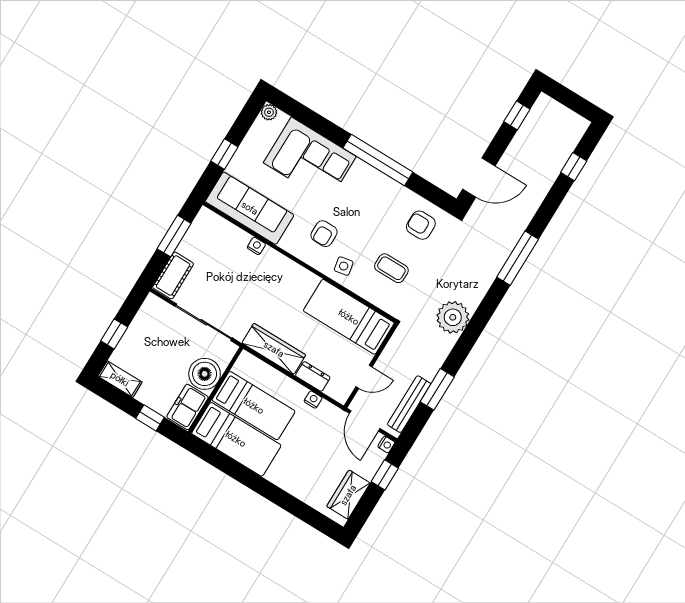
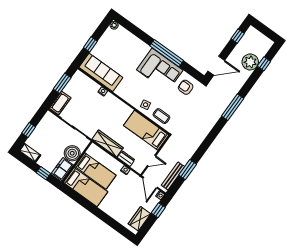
corner sofa: (310, 160) -> (160, 70), moved
armchair: (324, 234) -> (137, 88), removed
coffee table: (391, 268) -> (161, 116), moved
plant: (453, 317) -> (250, 62), moved

